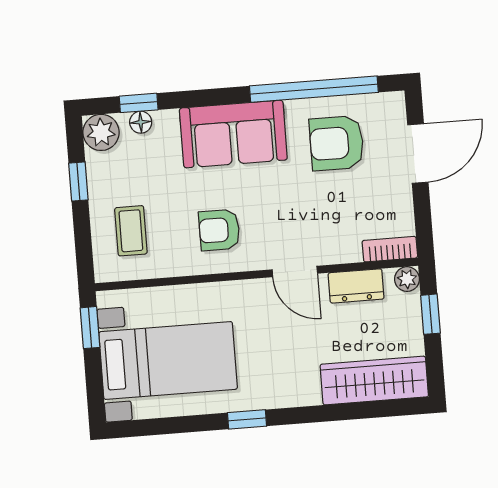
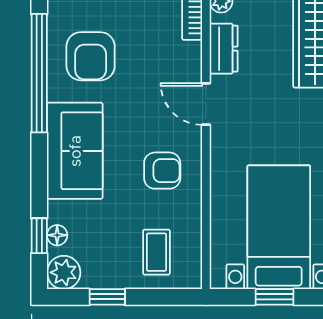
armchair: (219, 230) -> (162, 171), turned -90
coffee table: (131, 231) -> (156, 252), turned 90
door: (295, 271) -> (206, 104), swing flipped
window: (90, 328) -> (274, 297), moved

